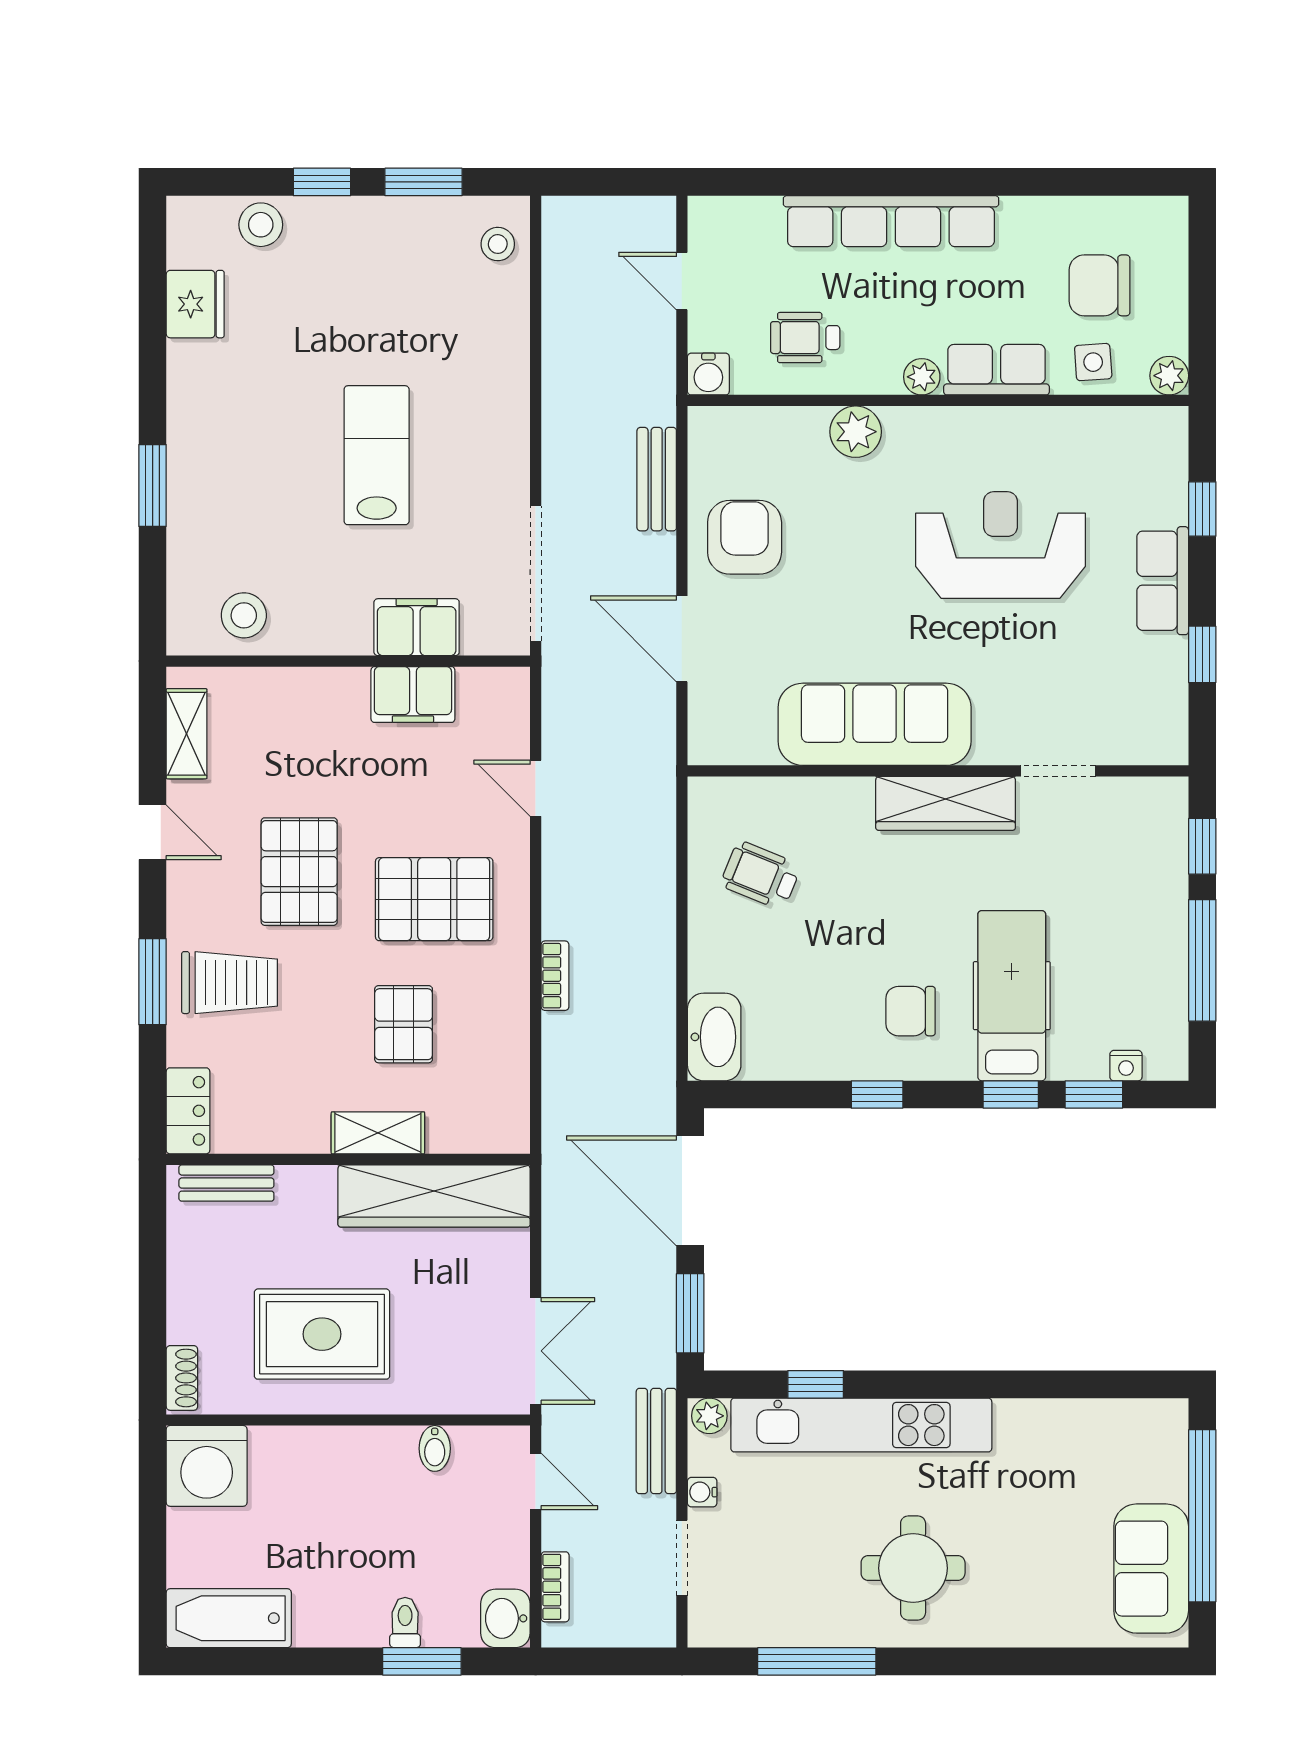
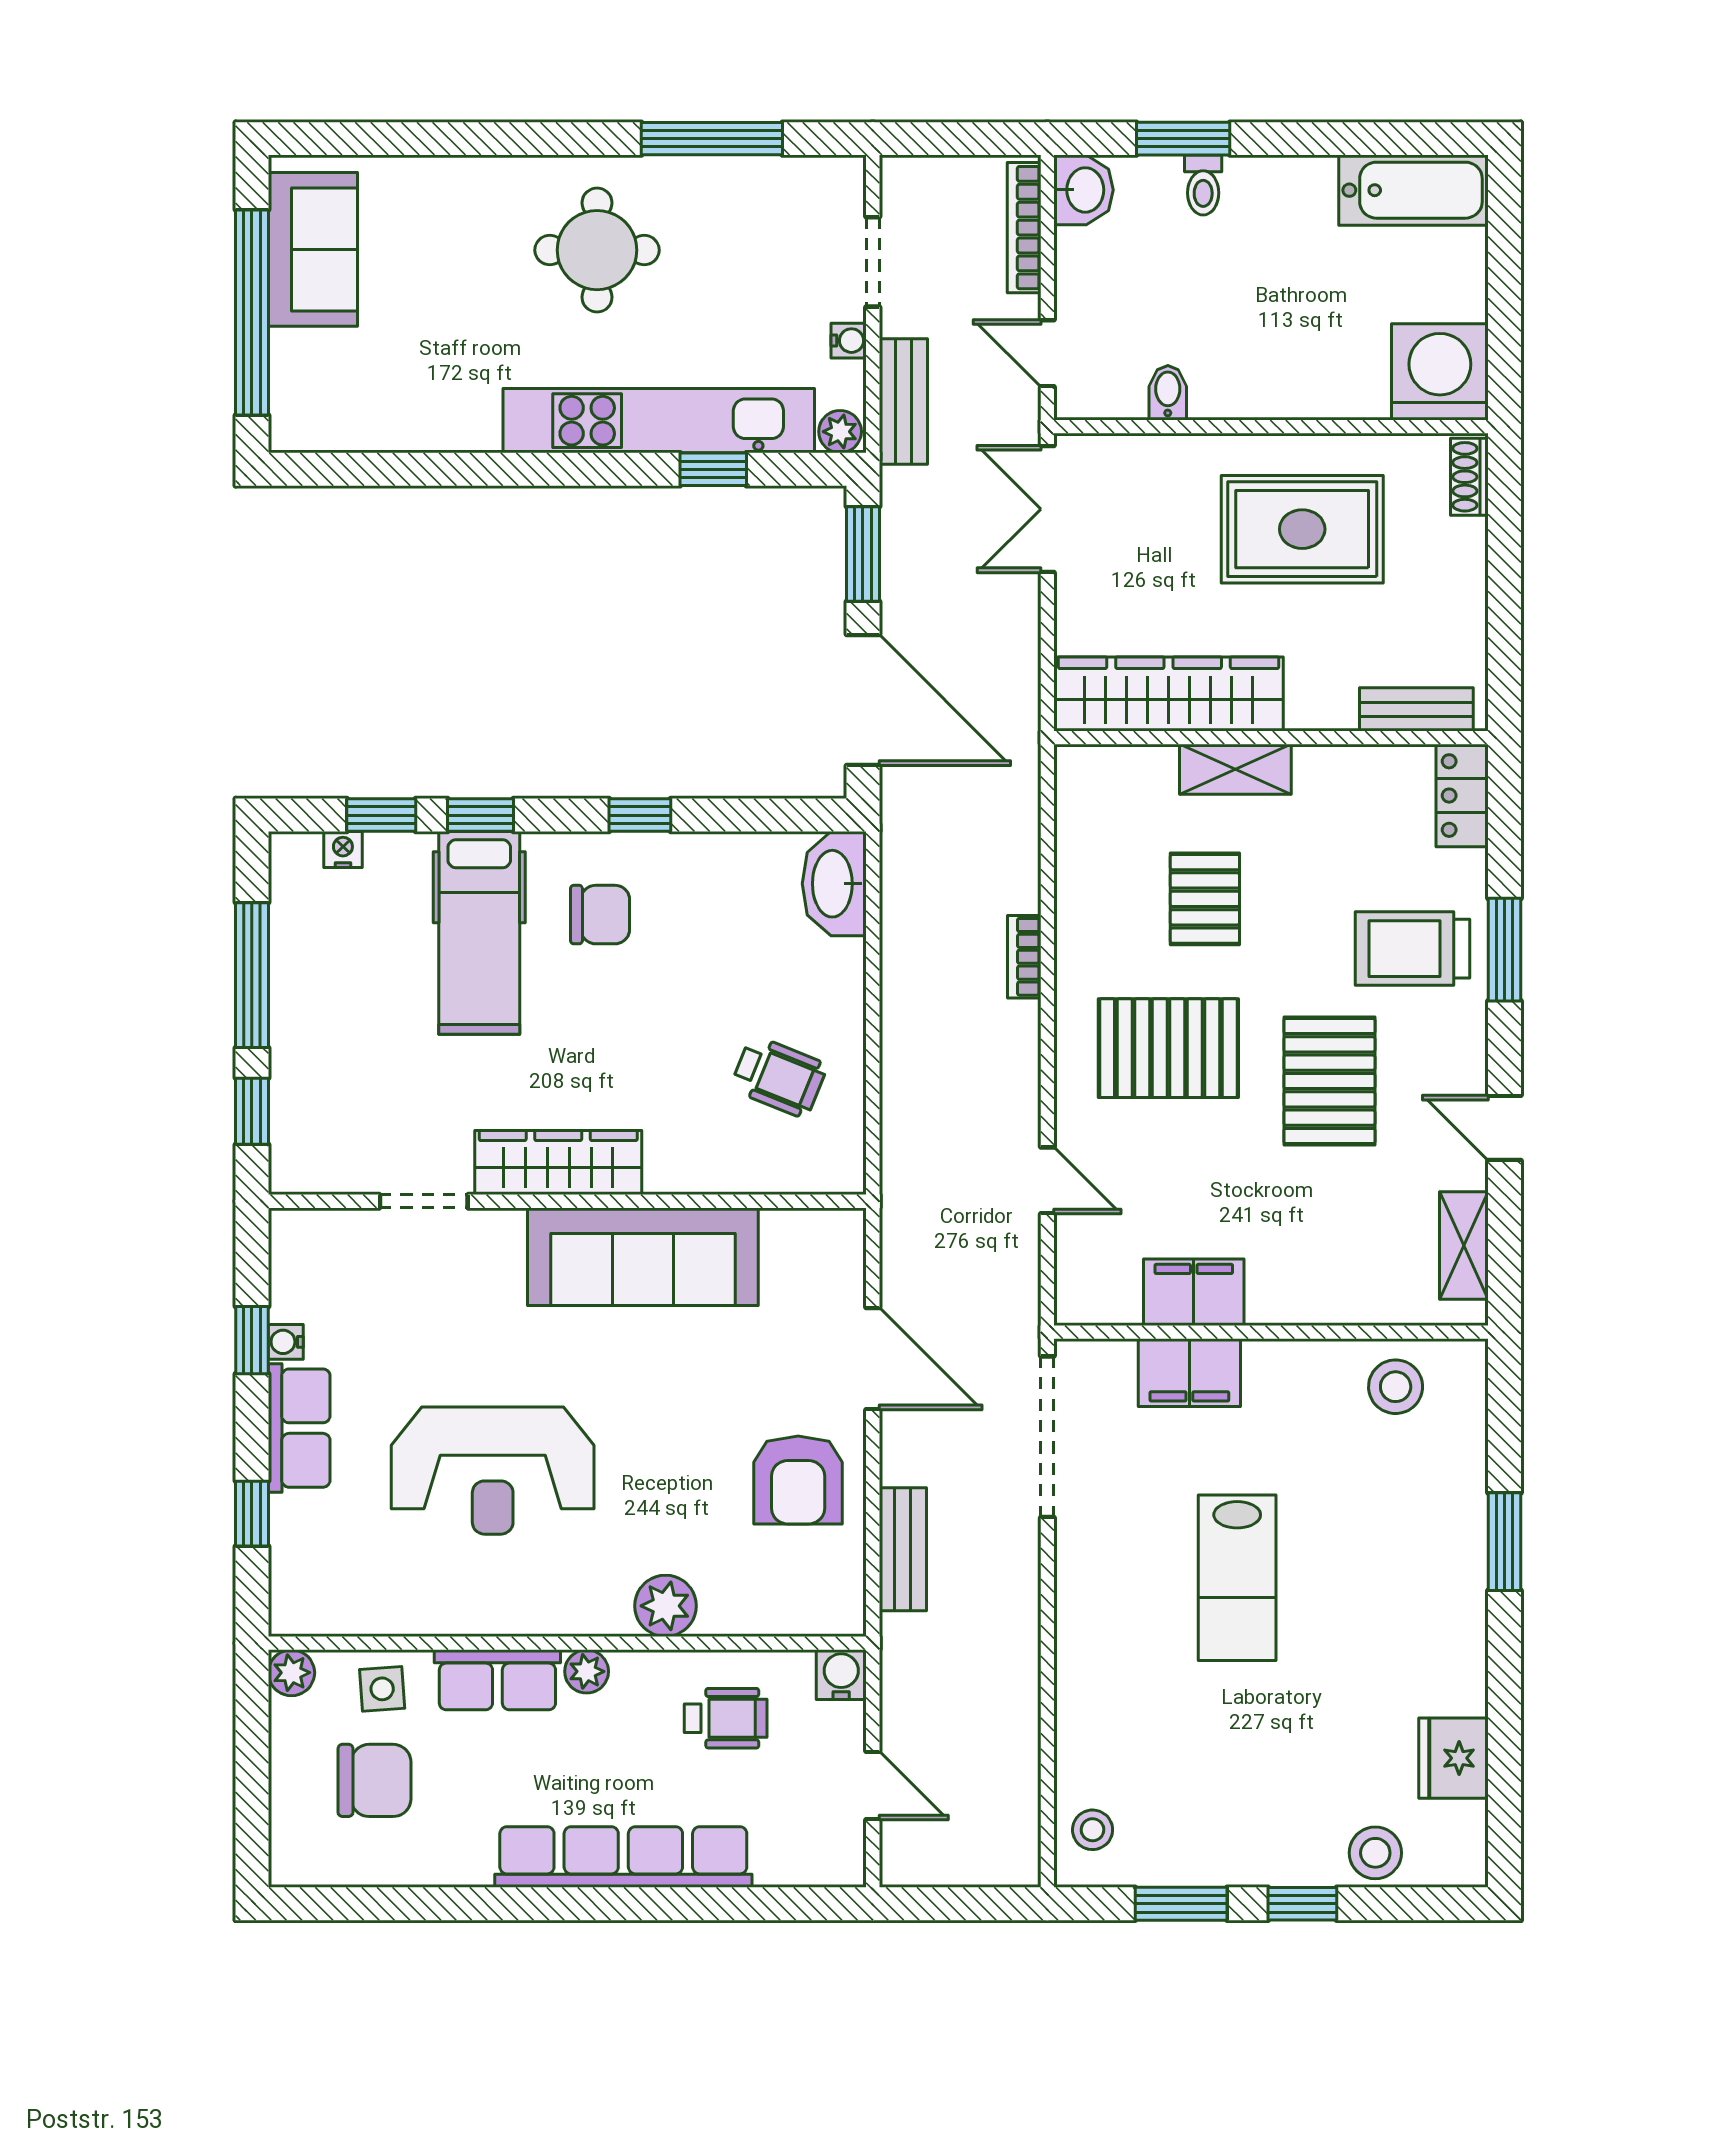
water cooler: (1174, 653) -> (286, 1342), added
bookcase: (555, 1587) -> (1024, 228), width x1.56

